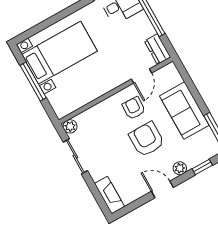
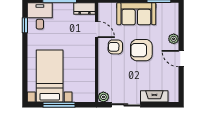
window: (202, 167) -> (181, 23), removed
door: (162, 189) -> (181, 59), hinge flipped
fireplace: (110, 195) -> (154, 96), moved

